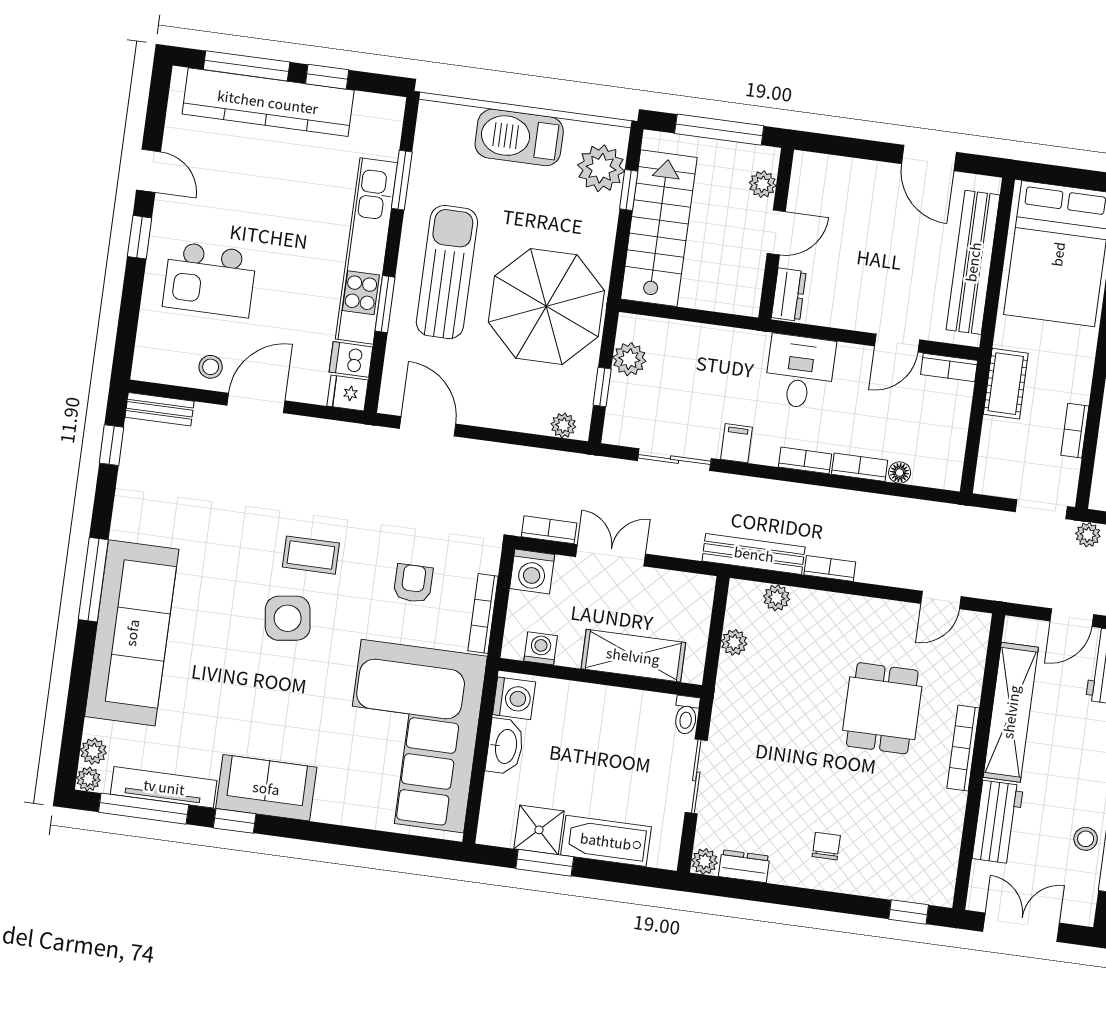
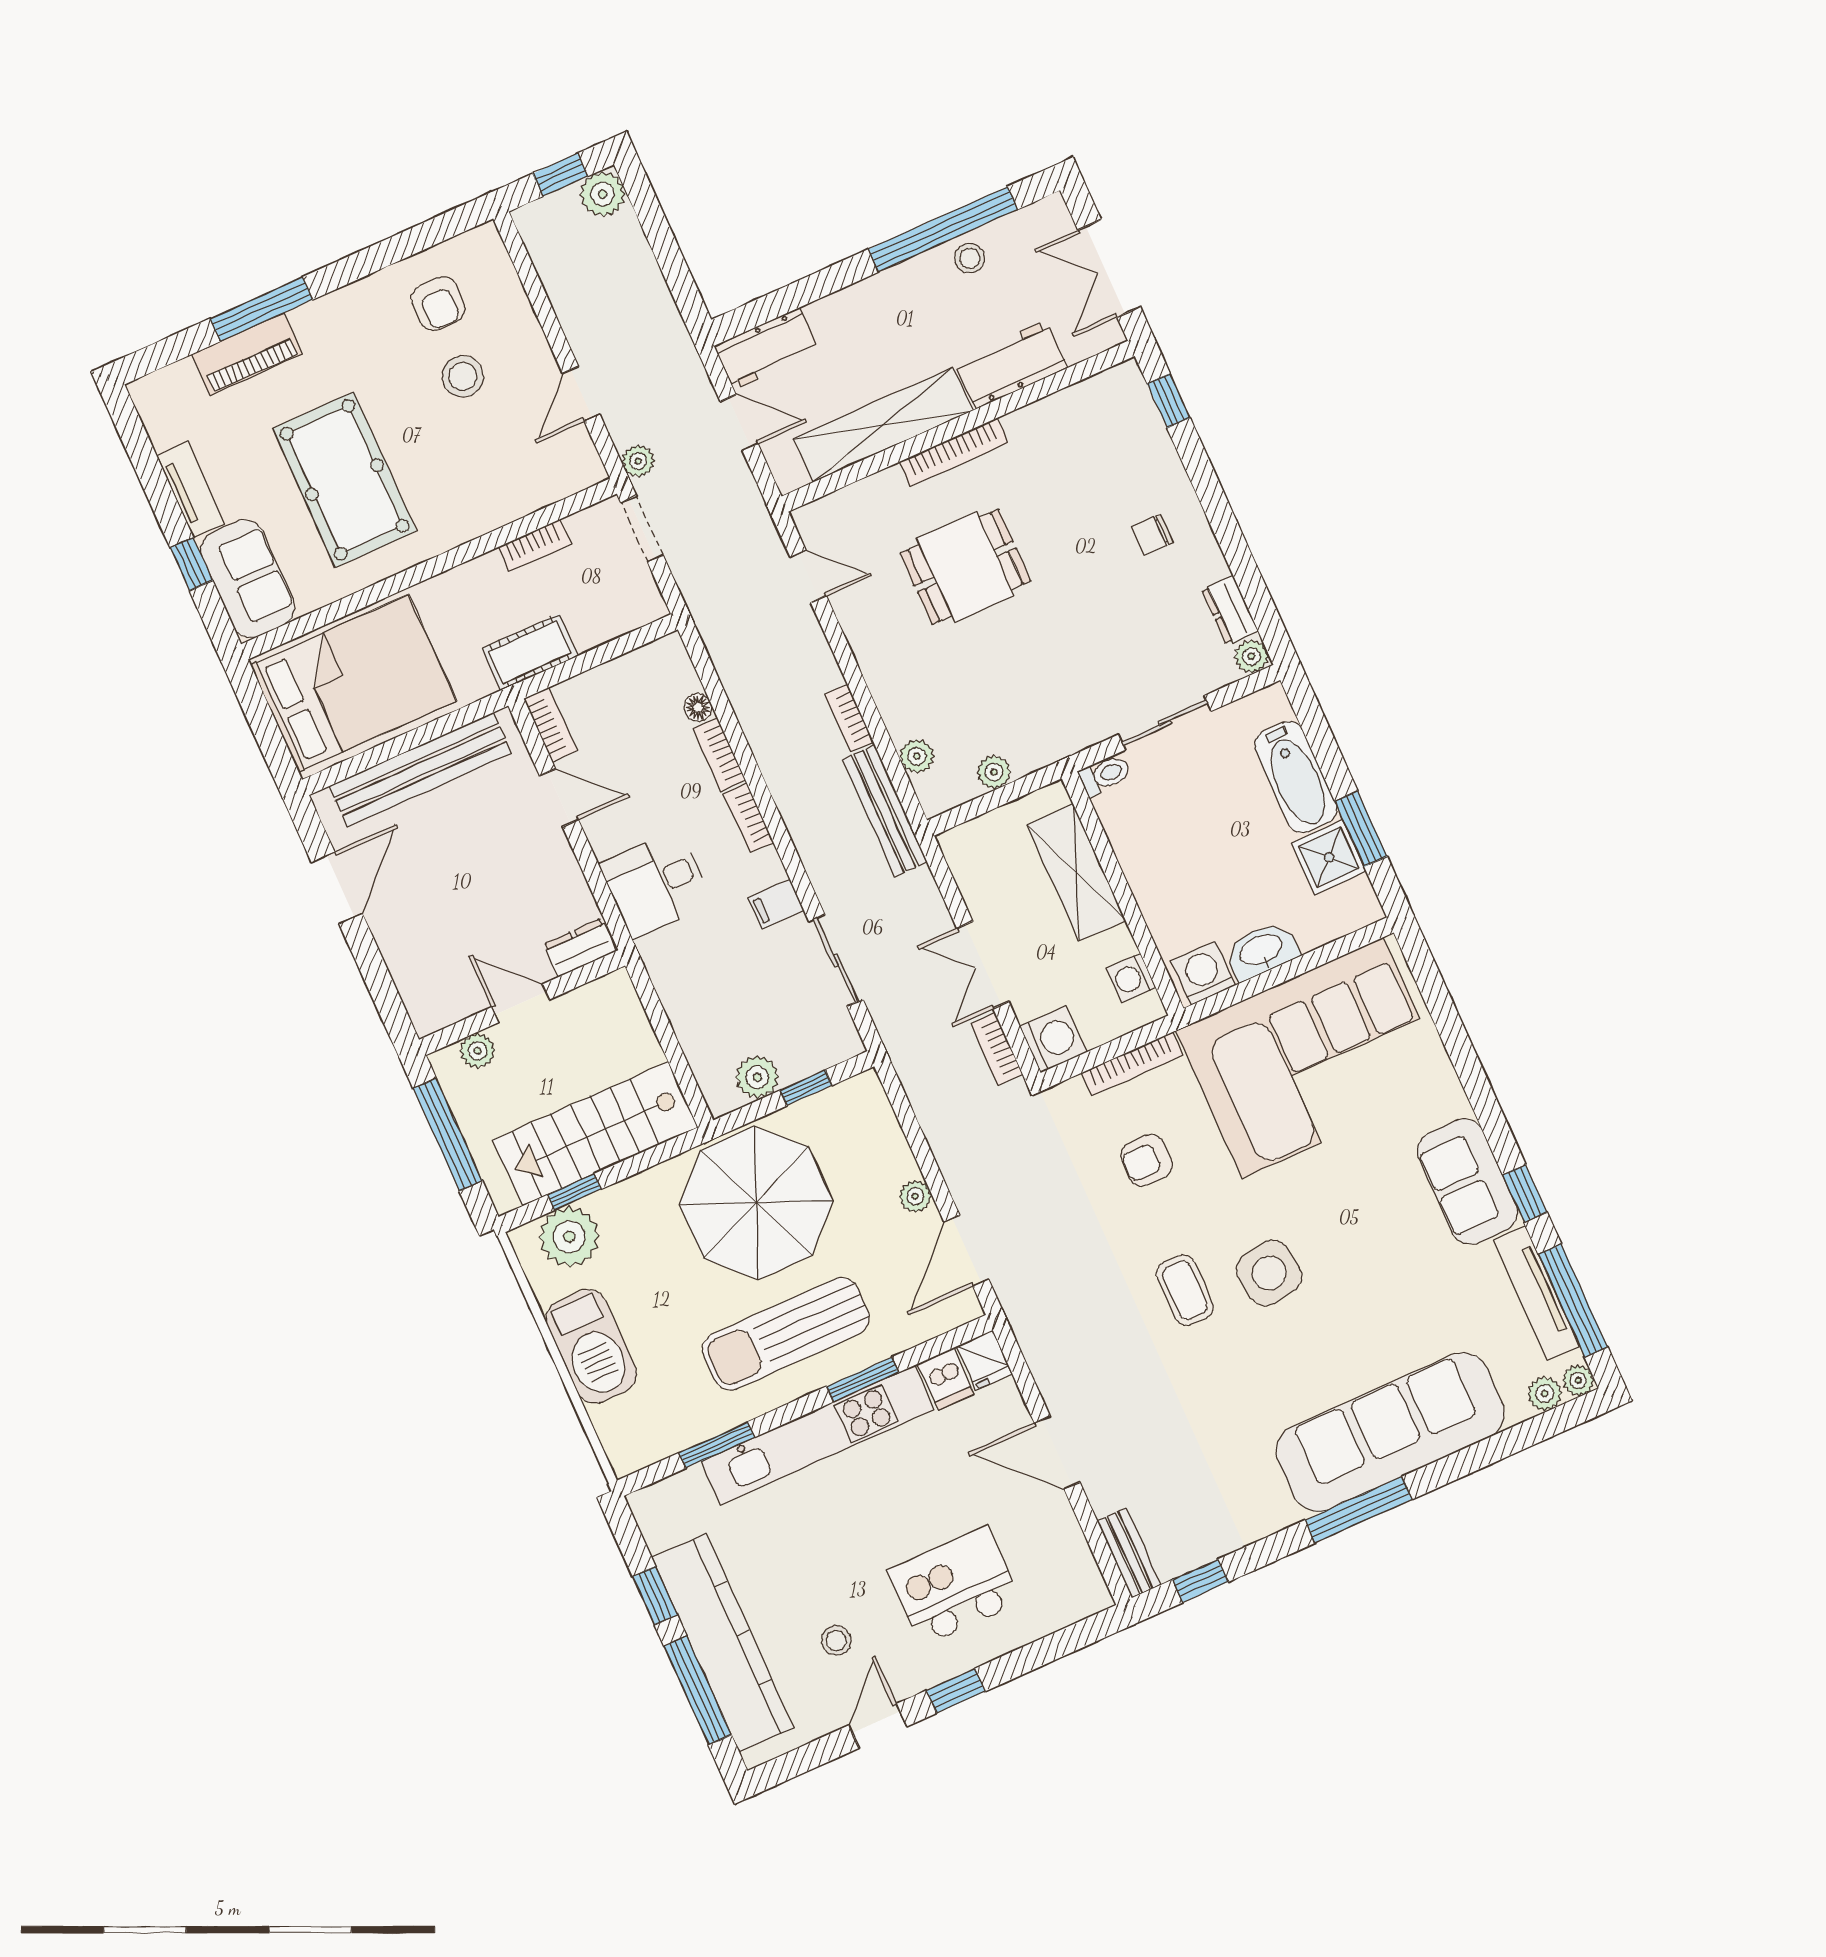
kitchen island: (210, 280) -> (954, 1586), turned -90
stool: (211, 367) -> (836, 1641), moved
plant: (563, 425) -> (915, 1196), moved

